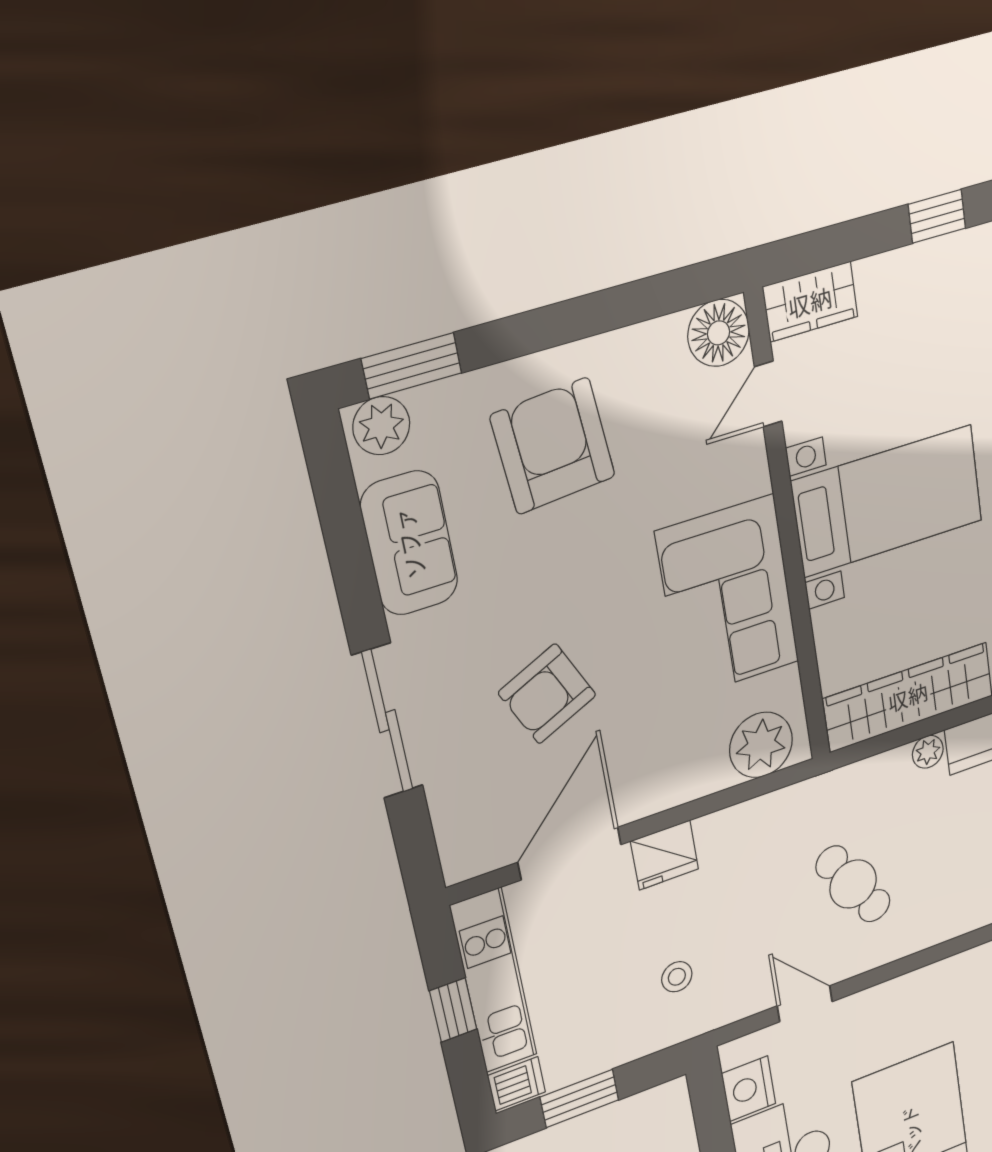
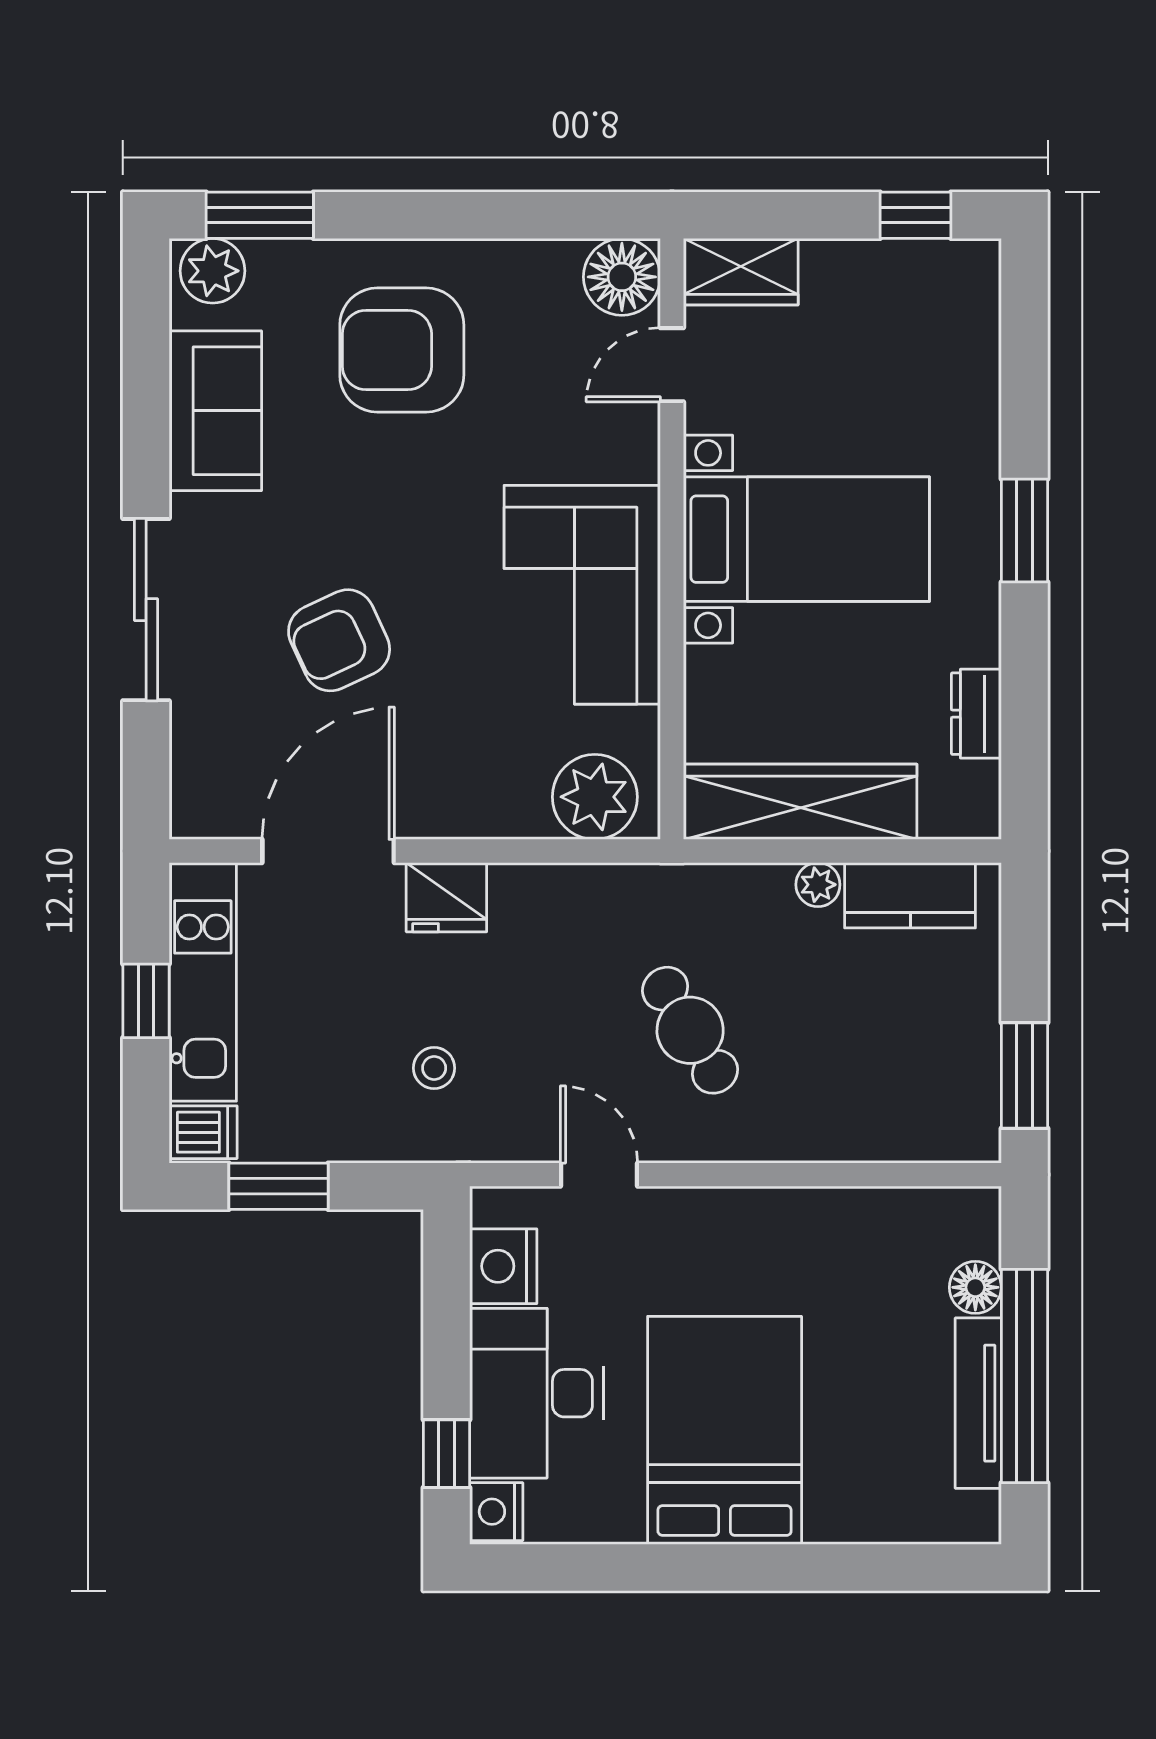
armchair: (553, 446) -> (402, 350), turned -85

